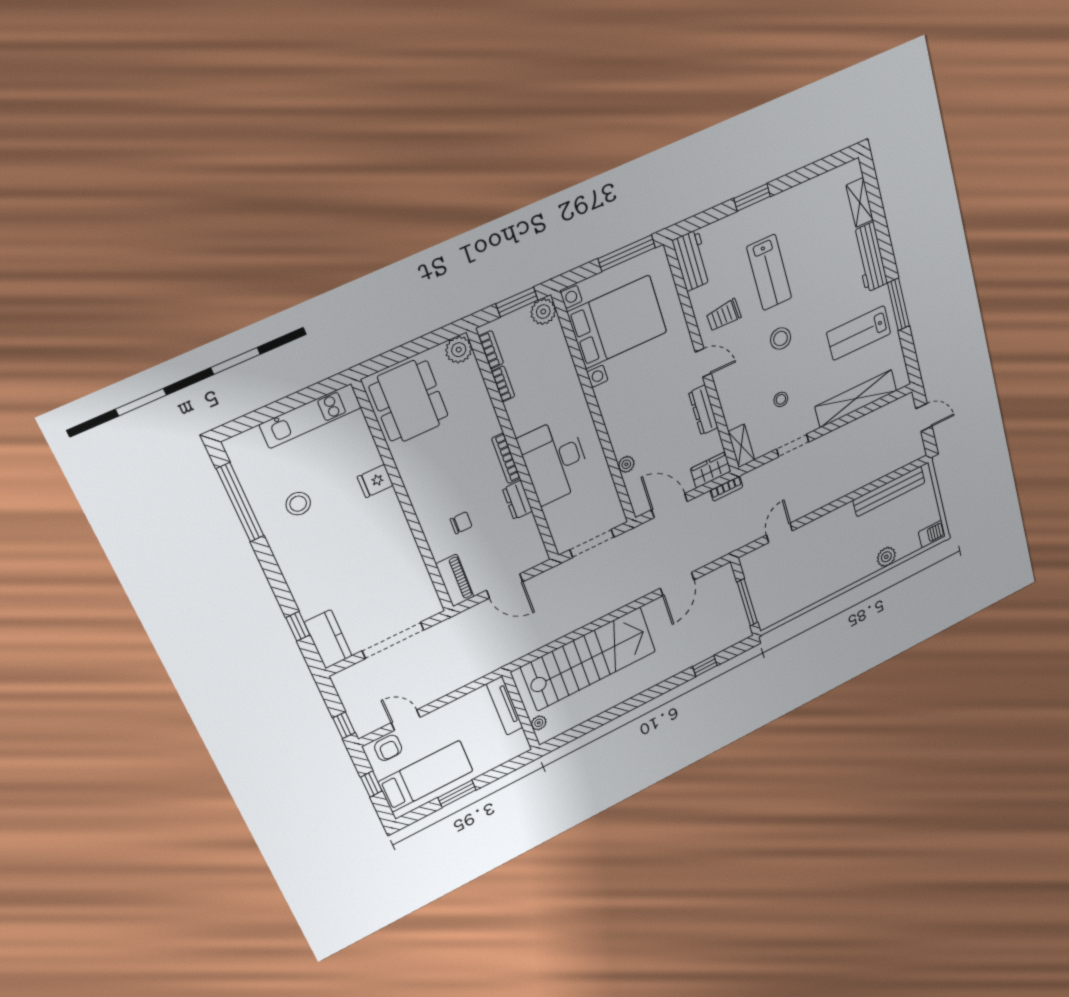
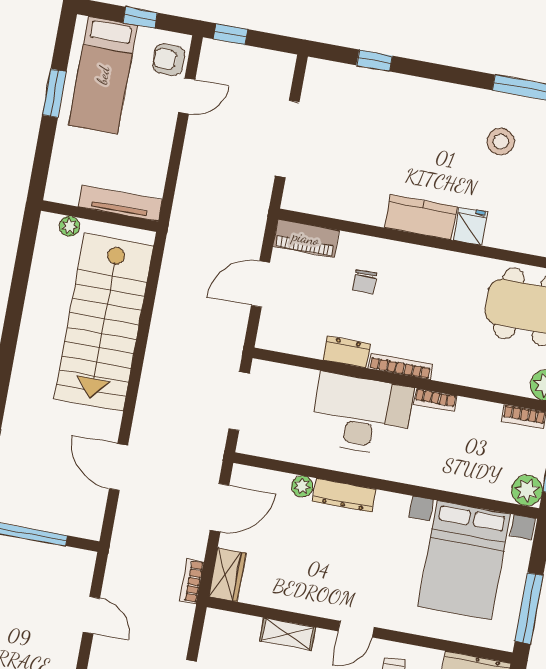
bookcase: (503, 384) -> (435, 400), moved
dresser: (703, 410) -> (344, 495), moved, turned 180
shelving: (741, 446) -> (288, 634), moved
kitchen counter: (328, 639) -> (421, 217), moved, turned 180

